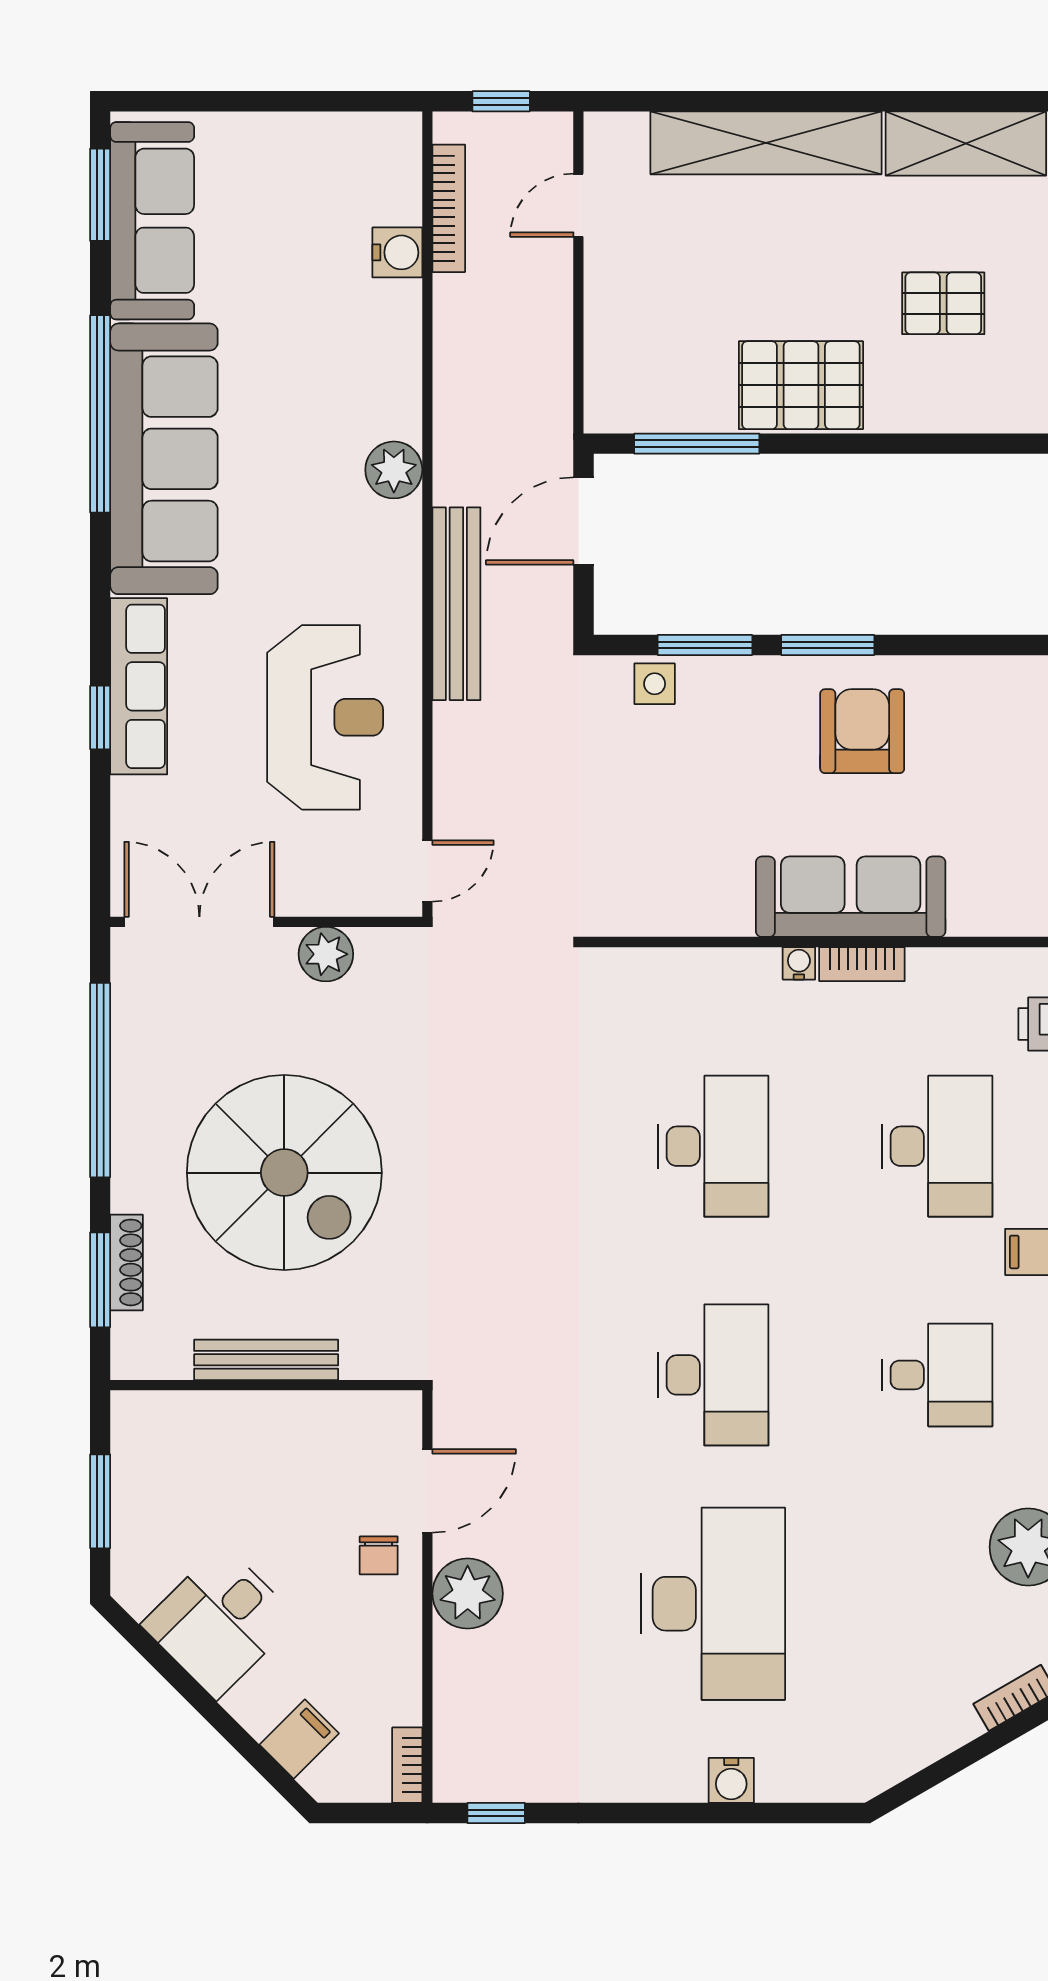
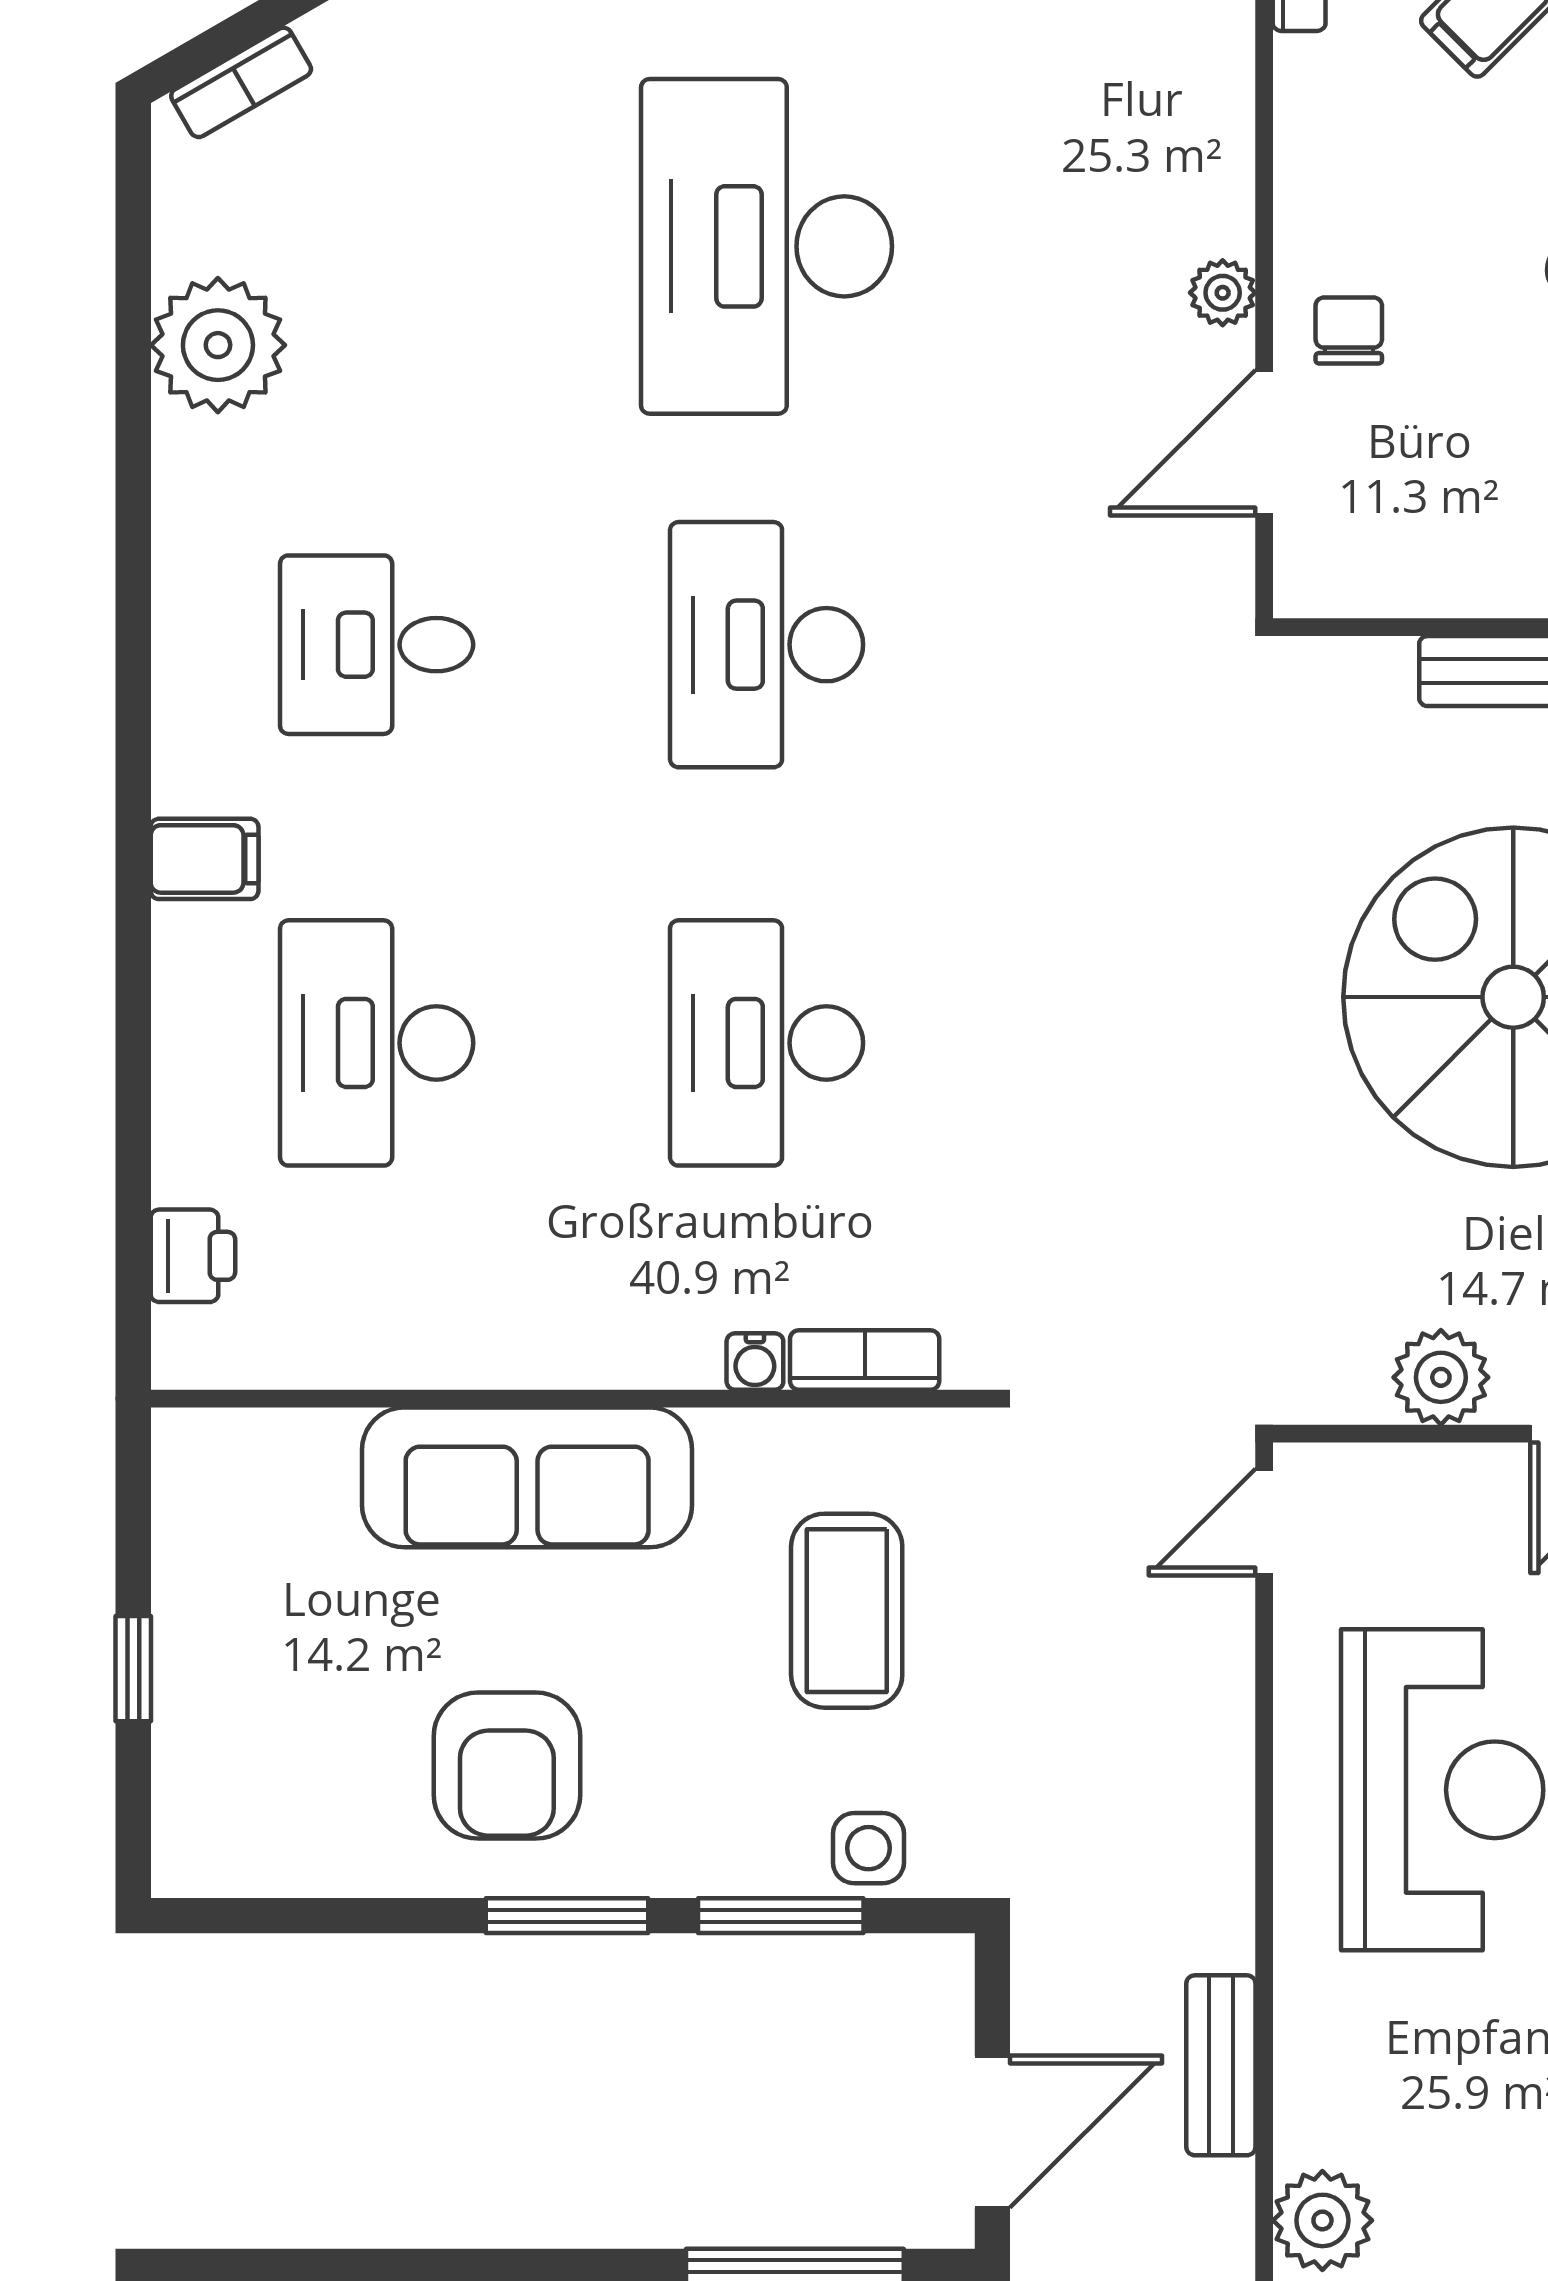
bench: (456, 604) -> (1221, 2065), width x0.54, depth x0.82
reception desk: (325, 717) -> (1442, 1790), turned 180
coffee table: (667, 820) -> (847, 1611), added
water cooler: (799, 963) -> (755, 1361), moved
bookcase: (862, 964) -> (865, 1360), moved
plant: (468, 1594) -> (1223, 293), width x0.53, depth x0.53

